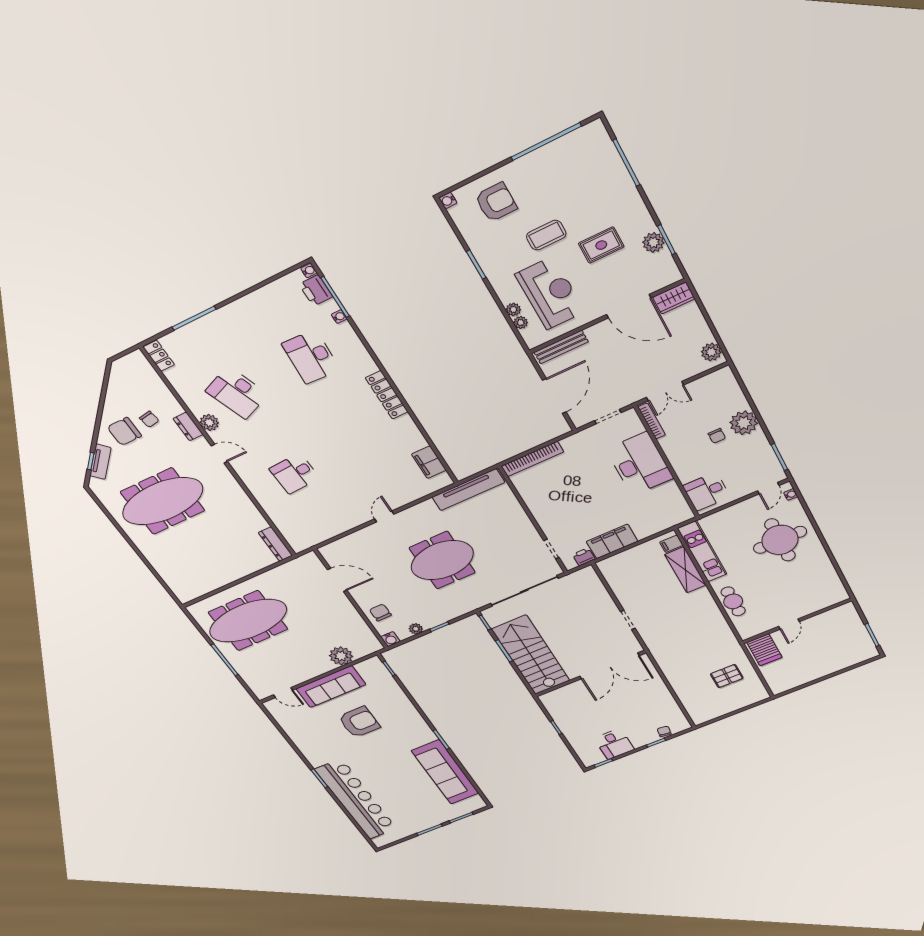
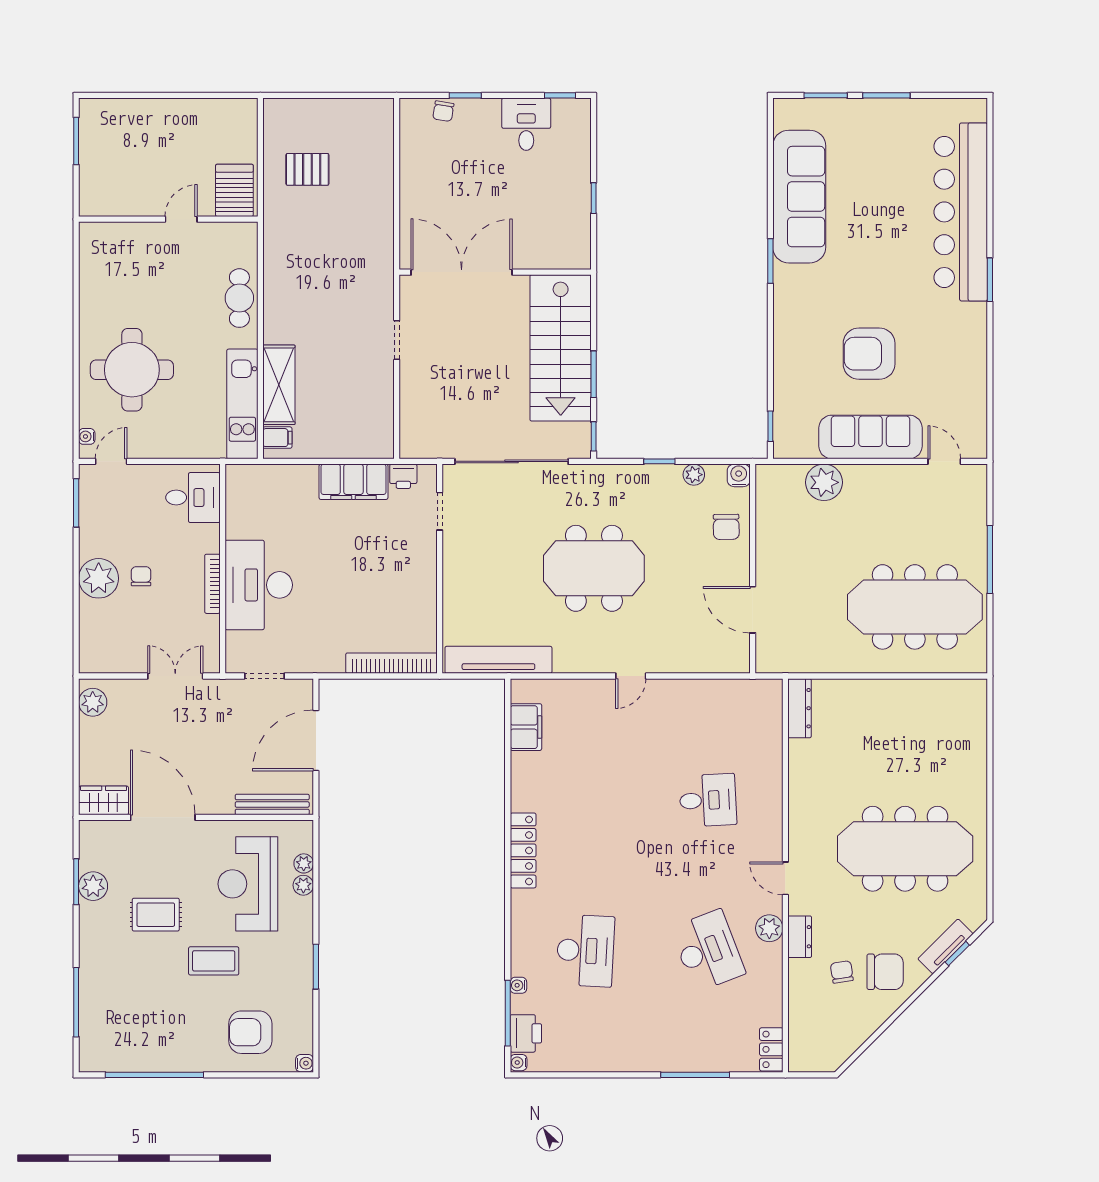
bookcase: (652, 421) -> (212, 584), moved

